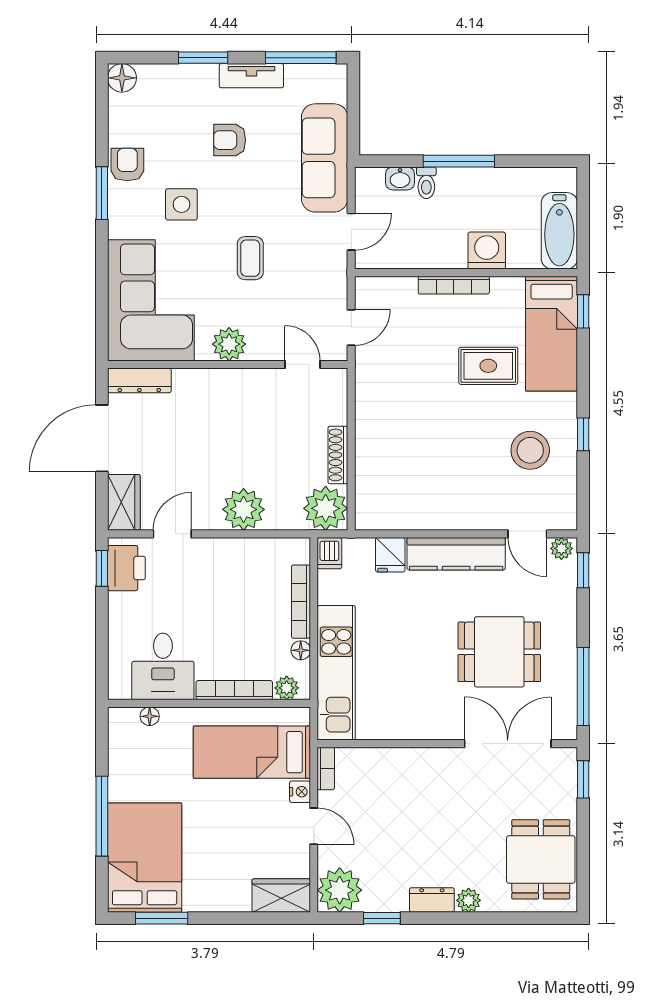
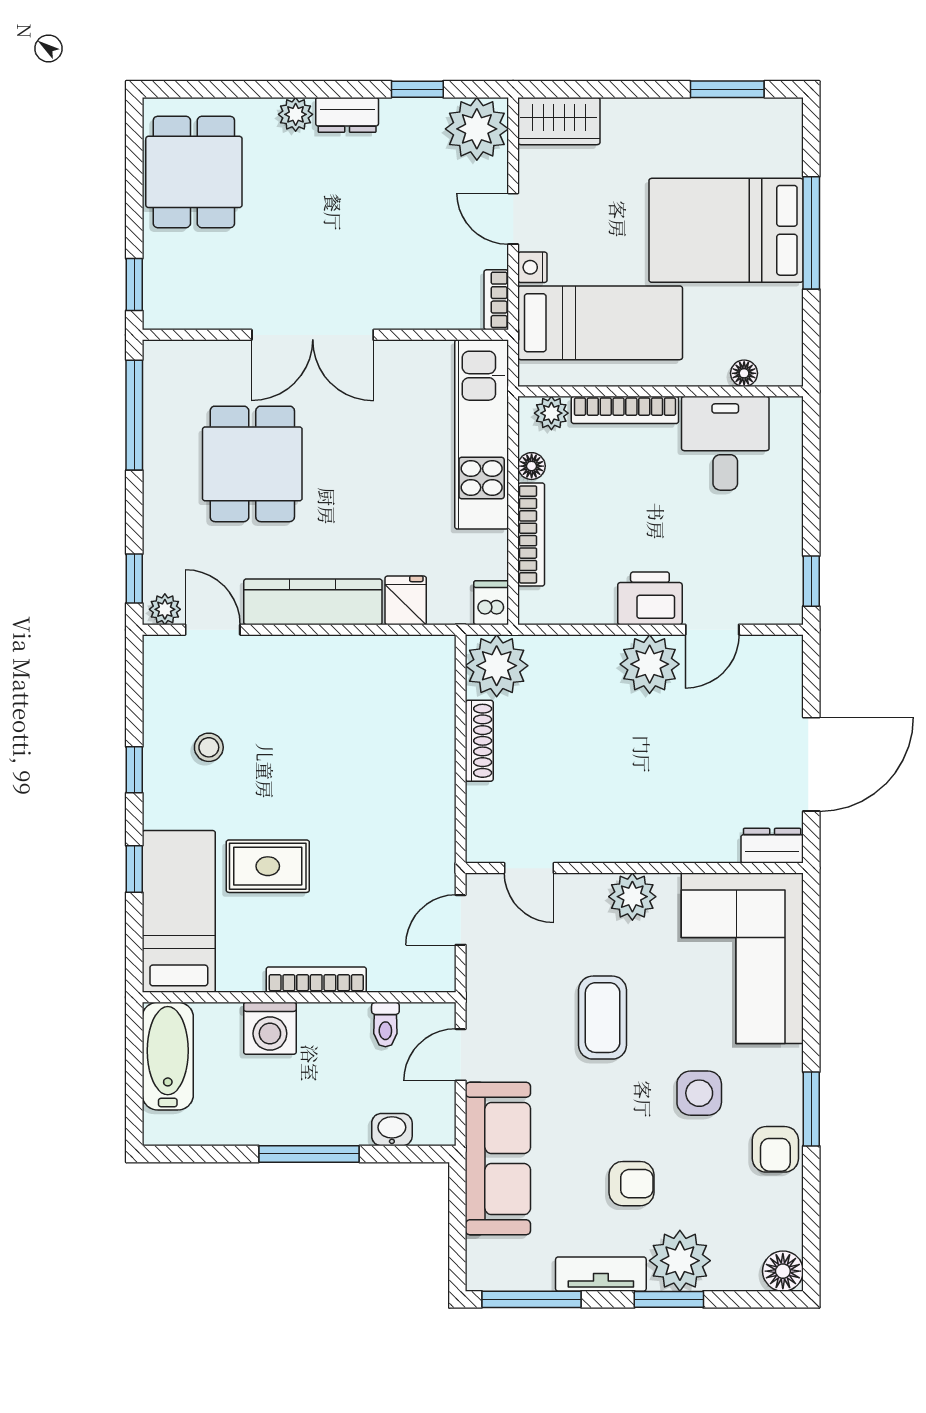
plant: (195, 85) -> (680, 1261), added
toilet: (426, 183) -> (385, 1024), moved, turned 180
coffee table: (250, 258) -> (603, 1018), width x1.36, depth x1.30
window: (583, 311) -> (134, 869), moved
dresser: (139, 380) -> (772, 846), width x0.70
stool: (530, 450) -> (209, 747), width x0.53, depth x0.53
wardrobe: (124, 502) -> (780, 674), removed
plant: (244, 509) -> (650, 664), moved
printer: (126, 568) -> (650, 598), moved, turned 90
dining table: (499, 652) -> (252, 464), turned 90
double door: (508, 744) -> (313, 335), moved
bed: (145, 858) -> (726, 230), moved, turned 90

